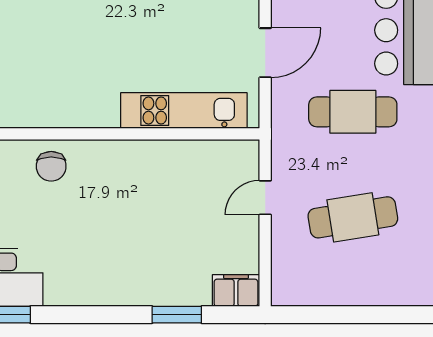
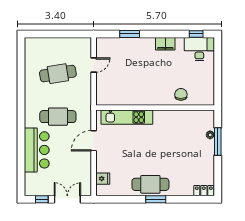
door: (265, 198) -> (94, 65), moved
filing cabinet: (236, 291) -> (165, 44), moved

